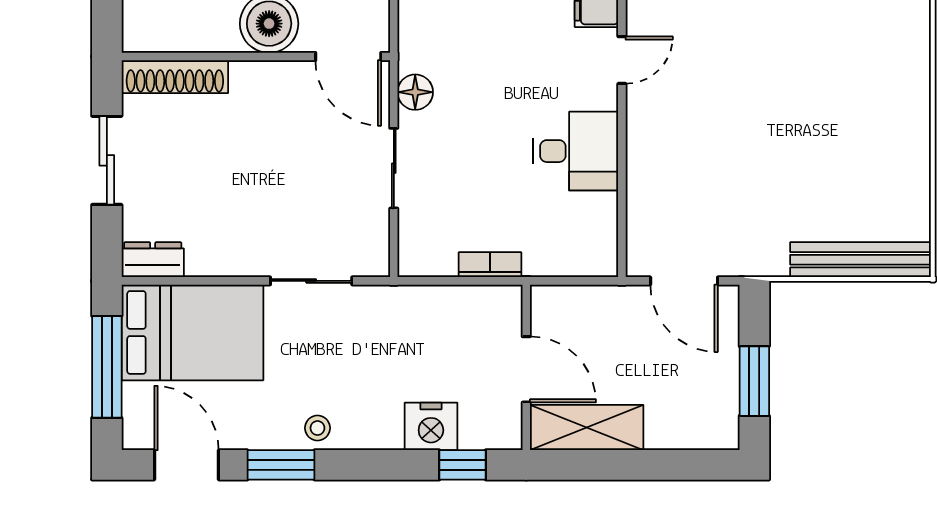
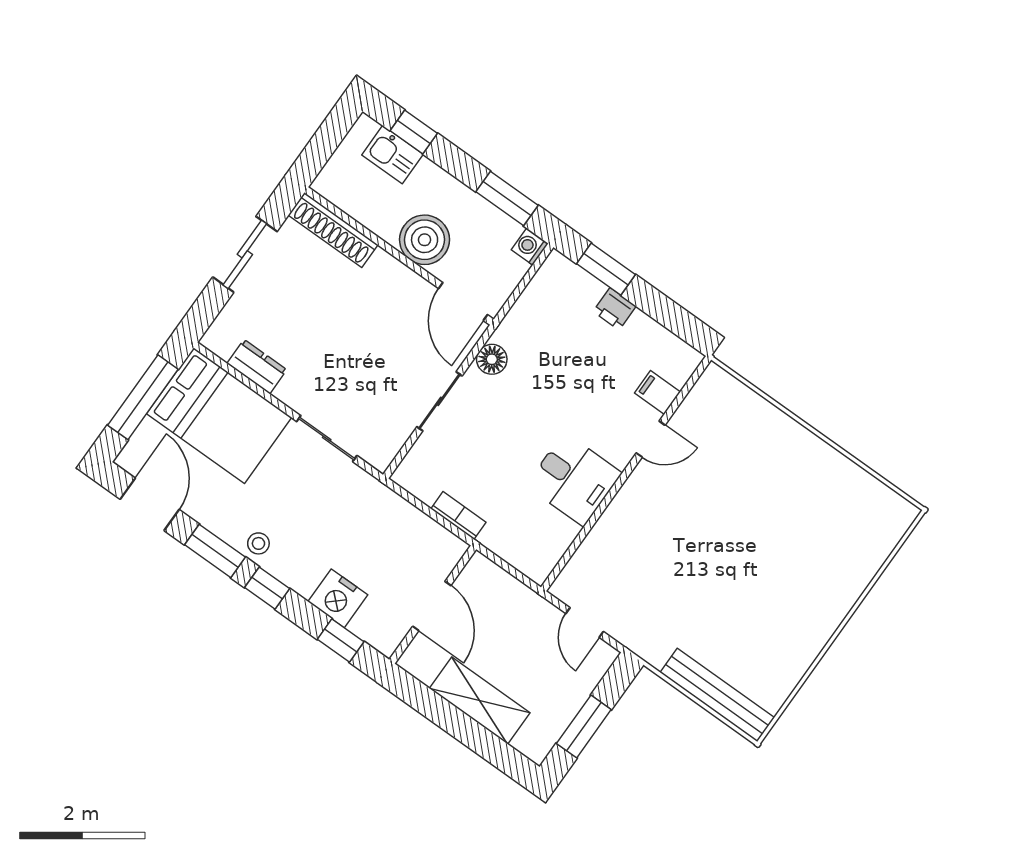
dresser: (153, 260) -> (257, 367), moved
door: (684, 281) -> (585, 623), width x0.73
shelving: (587, 427) -> (480, 701), moved
window: (356, 465) -> (267, 588), added

